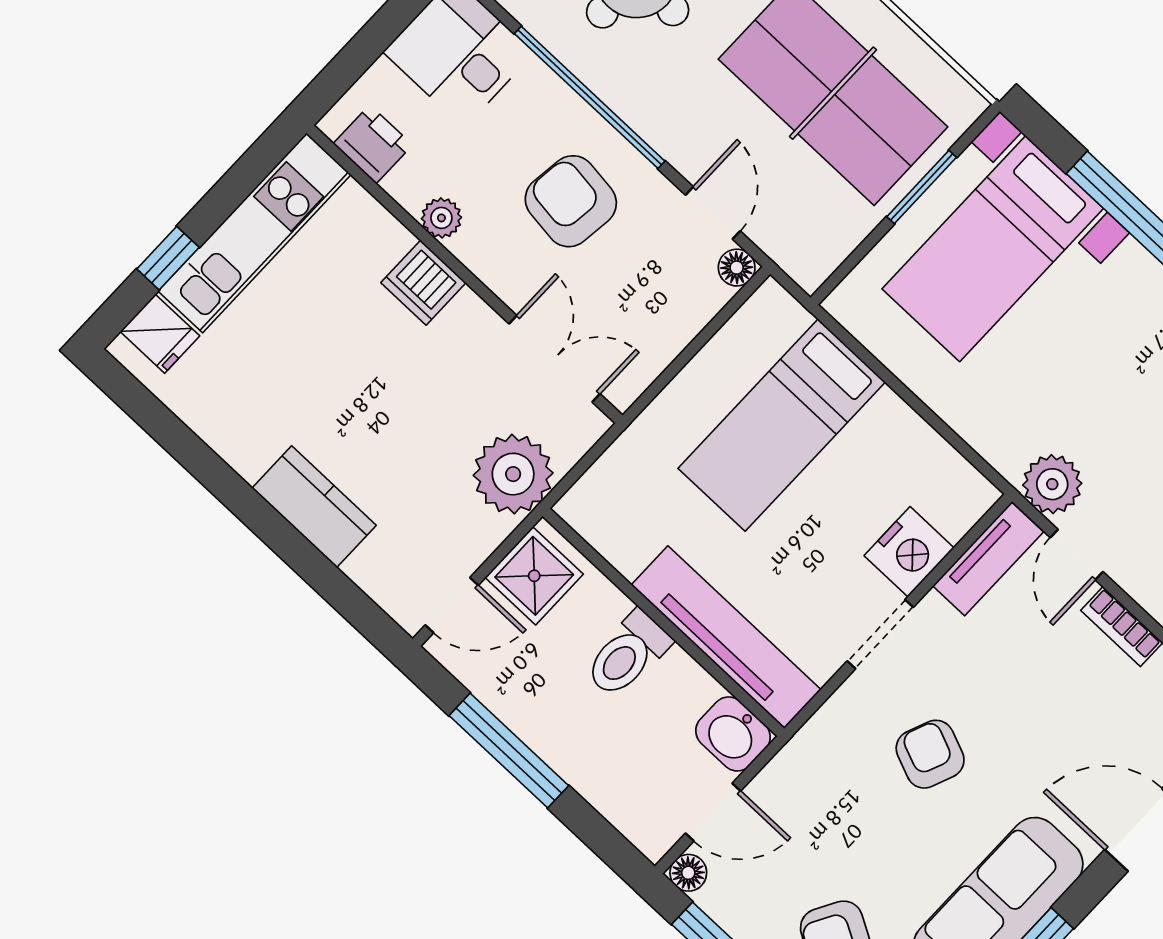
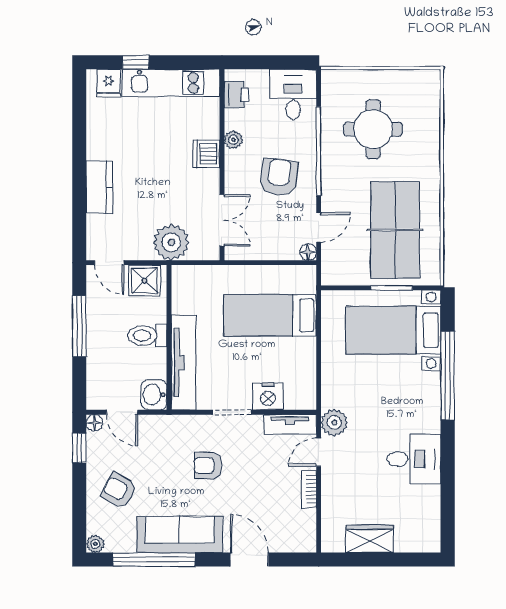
armchair: (930, 754) -> (208, 466), turned -112

